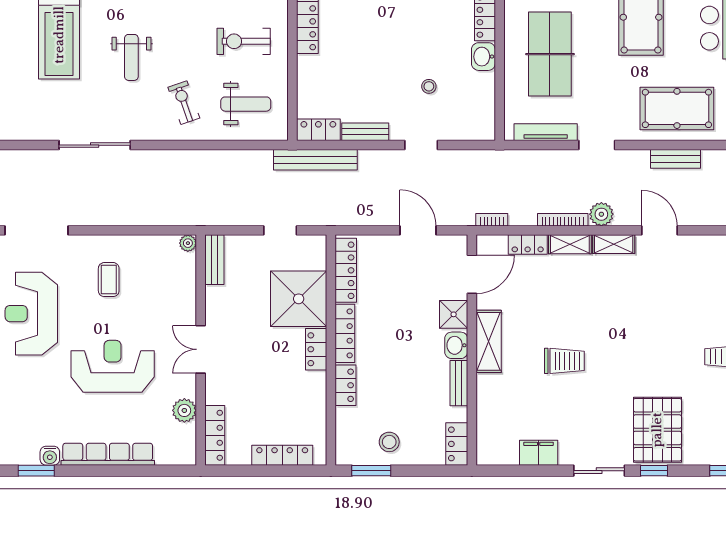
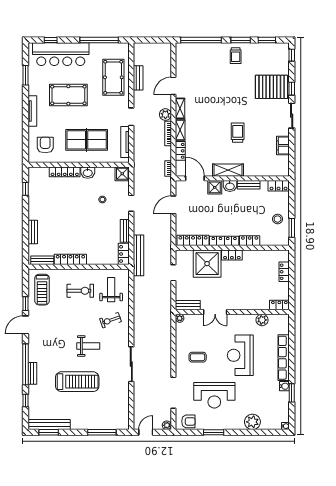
exercise bike: (244, 41) -> (80, 291), turned -90
shower: (481, 127) -> (122, 174), added
double door: (201, 349) -> (215, 312), moved
locker: (215, 435) -> (279, 305), width x0.66
locker: (282, 455) -> (284, 272), width x0.66

